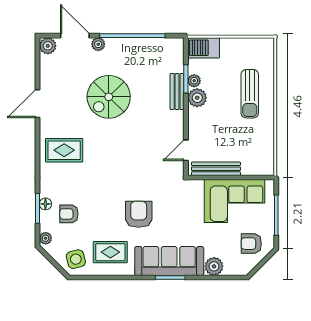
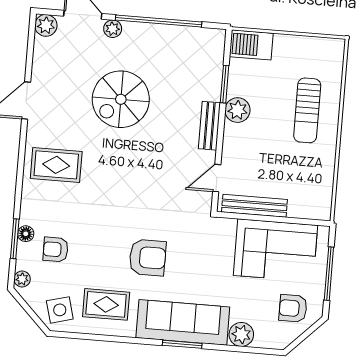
plant: (194, 81) -> (235, 87), removed
bench: (177, 91) -> (209, 126), moved
armchair: (139, 214) -> (148, 258), turned 90

